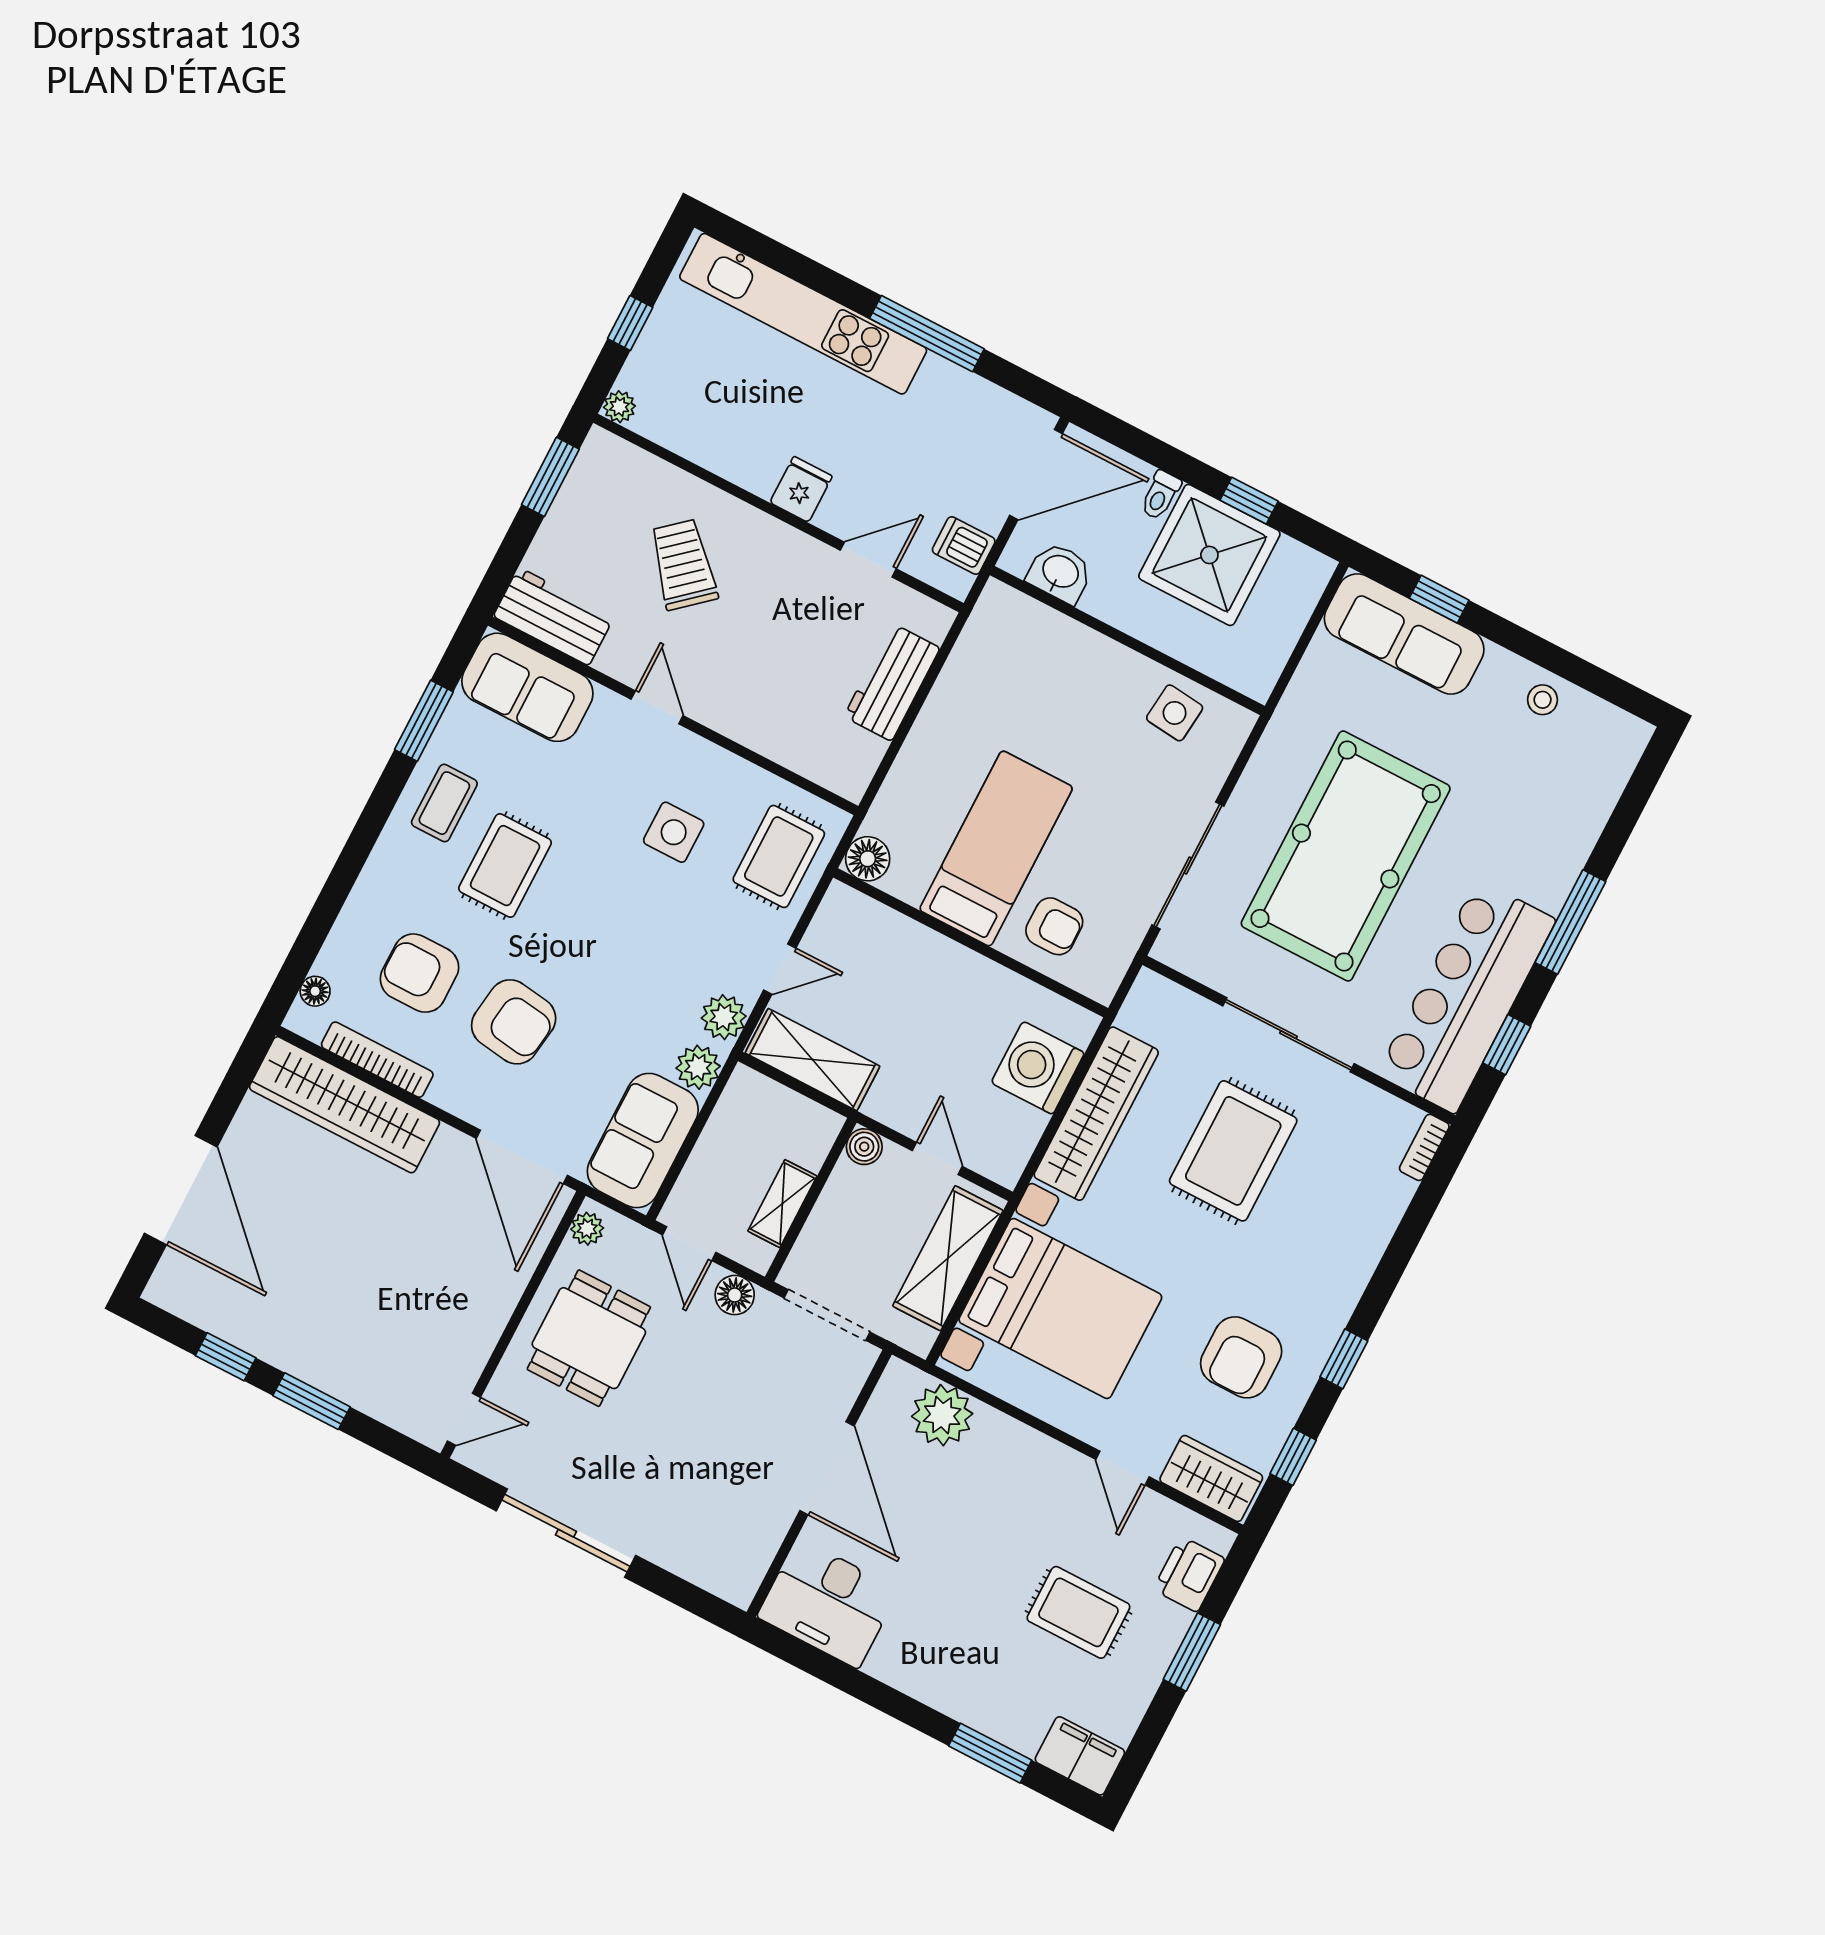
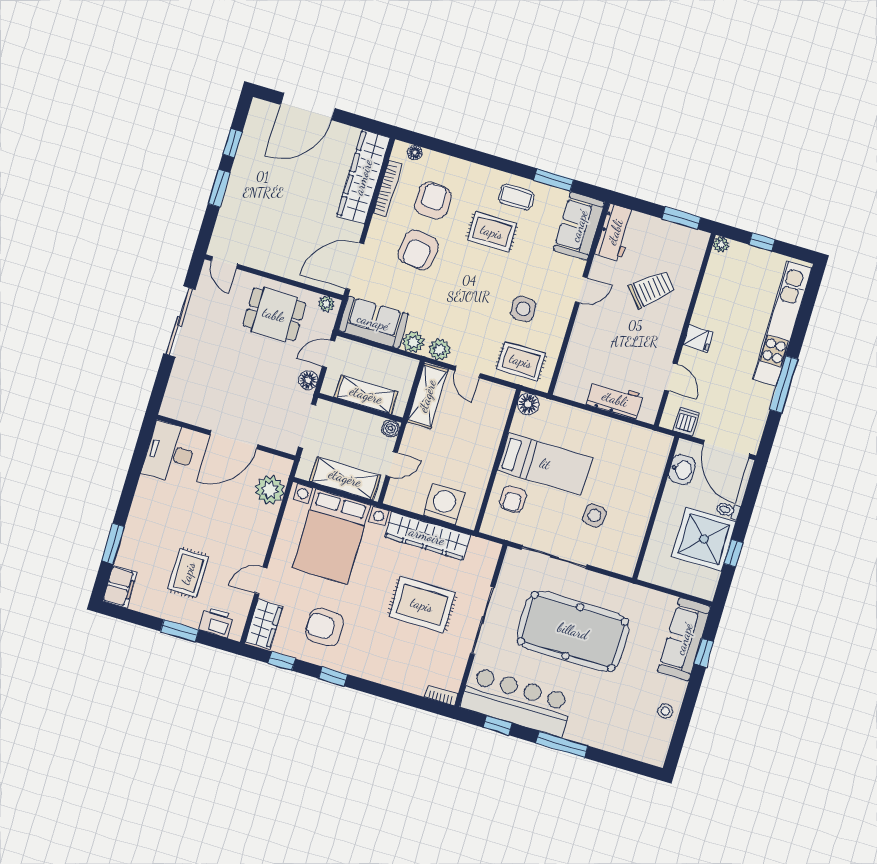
side table: (1175, 713) -> (594, 515), moved
shelving: (782, 1204) -> (366, 395), width x1.50, depth x1.33

